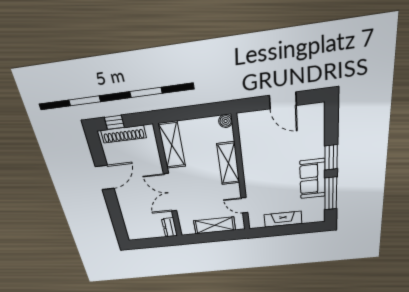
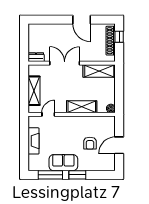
armchair: (282, 145) -> (90, 143), added

